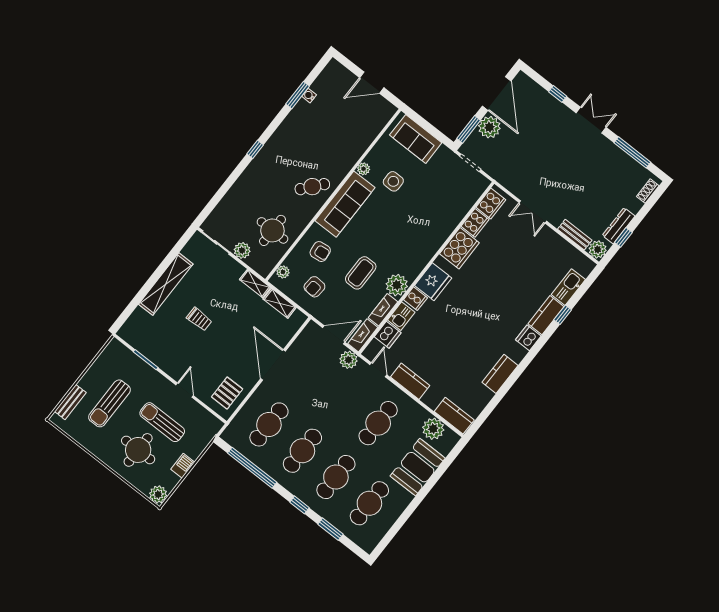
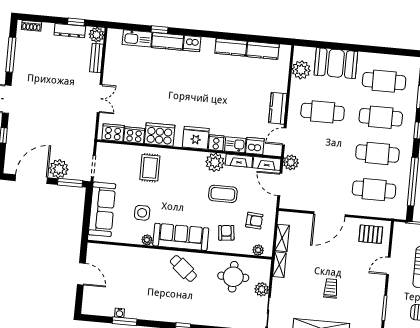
sofa: (416, 139) -> (102, 209), width x1.36
rug: (433, 218) -> (150, 168), added
kitchen counter: (454, 416) -> (263, 50), moved, turned -90

